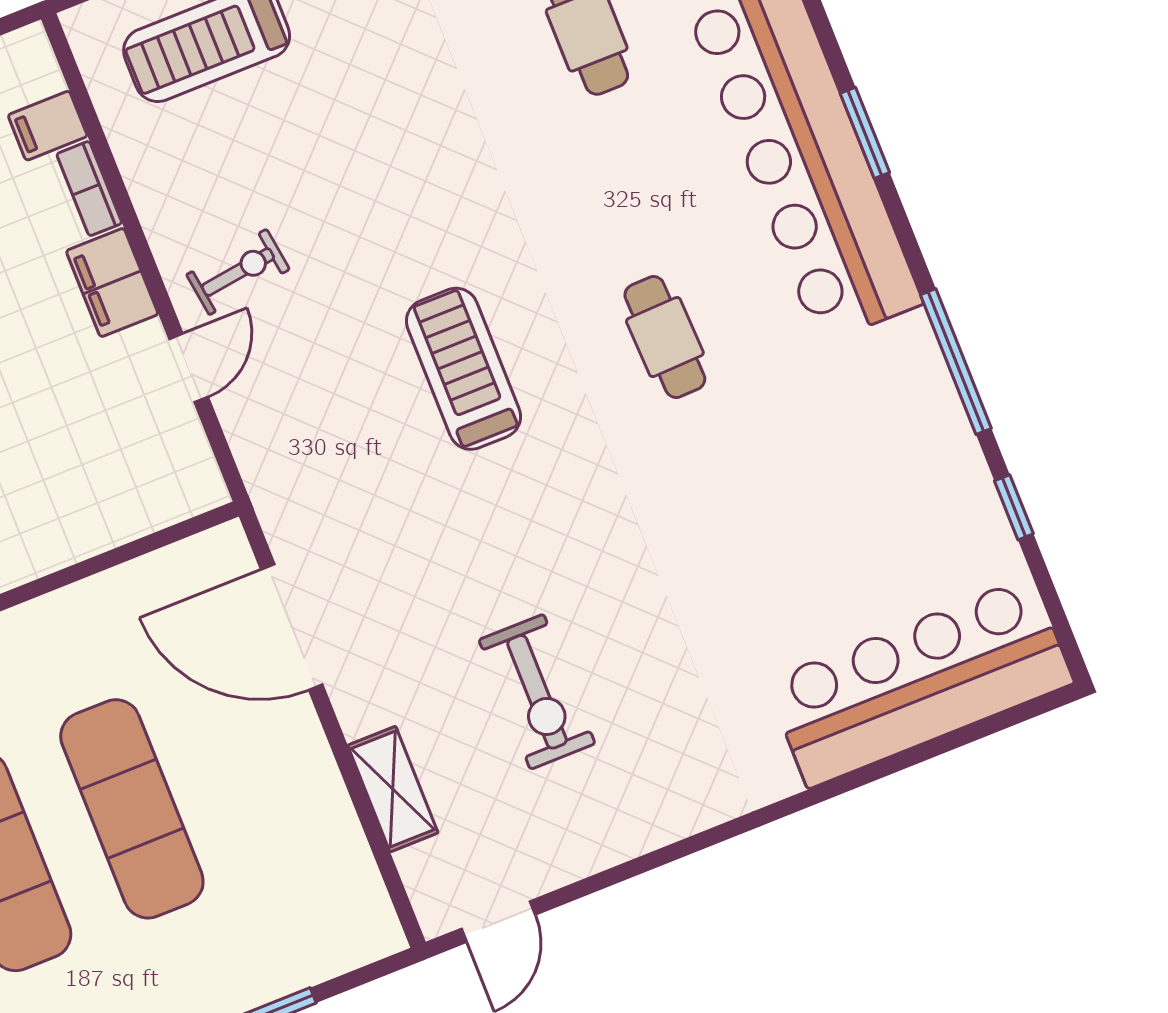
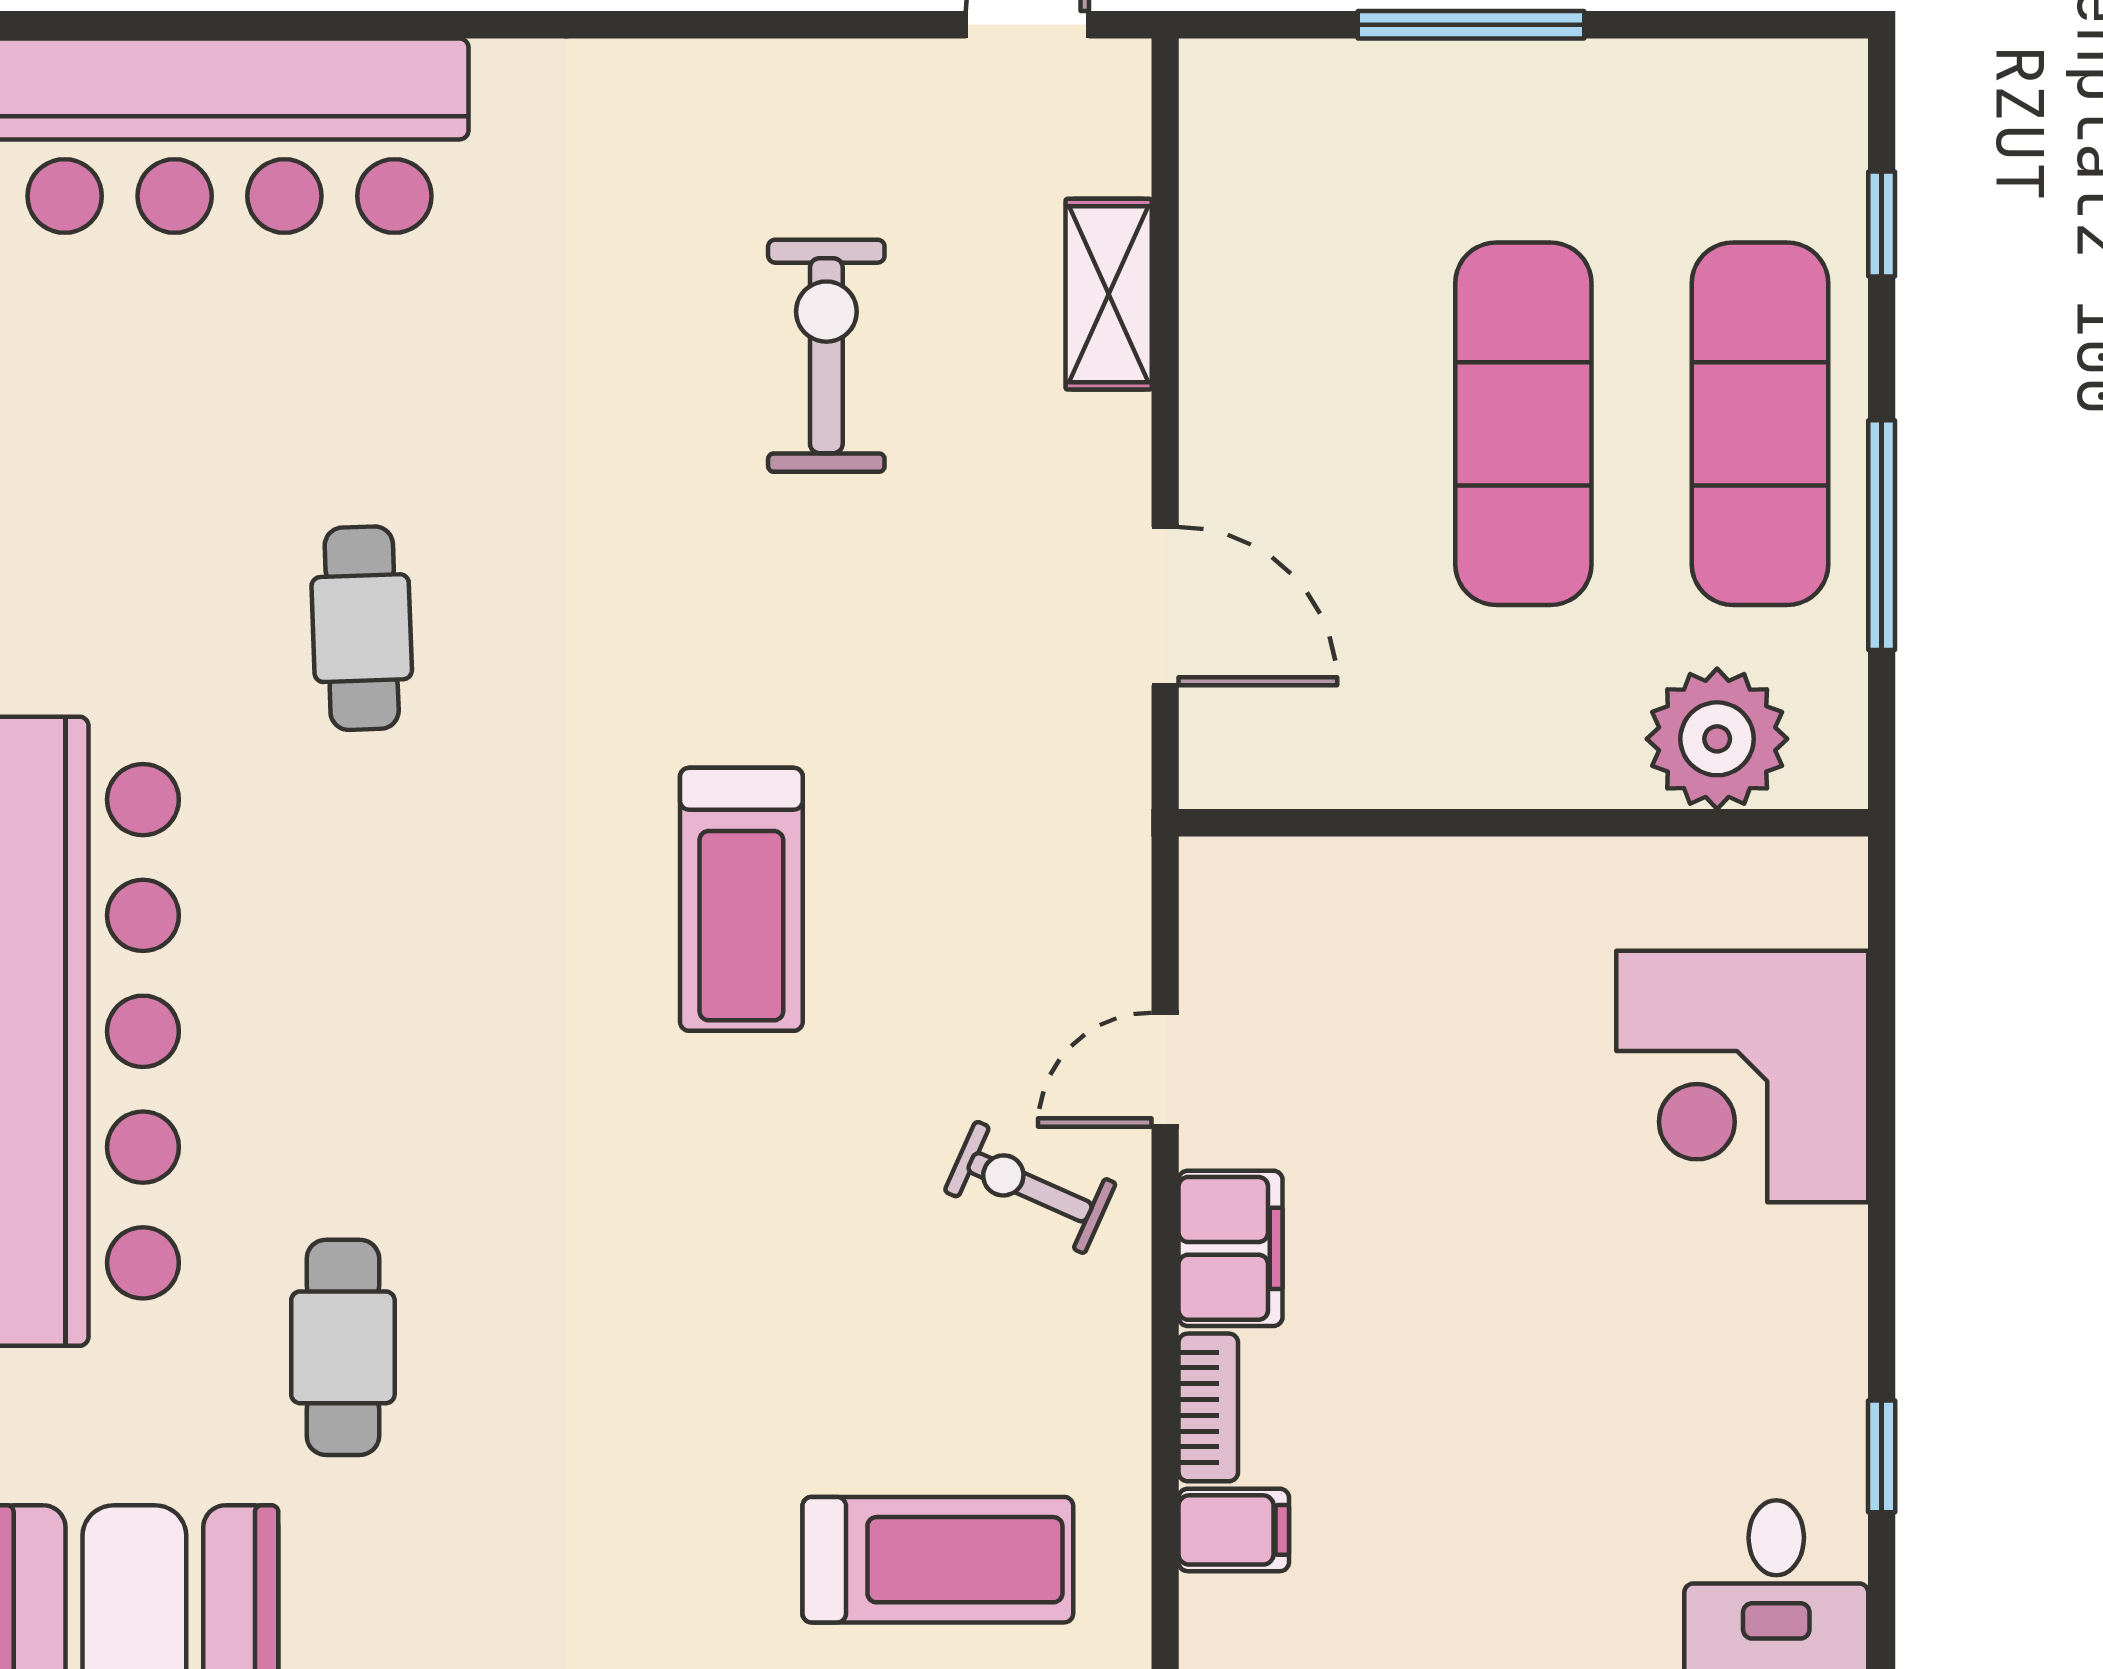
exercise bike: (238, 272) -> (1030, 1187), turned 32
cafe table: (665, 337) -> (362, 628), moved
door: (292, 627) -> (1165, 606), width x0.73

